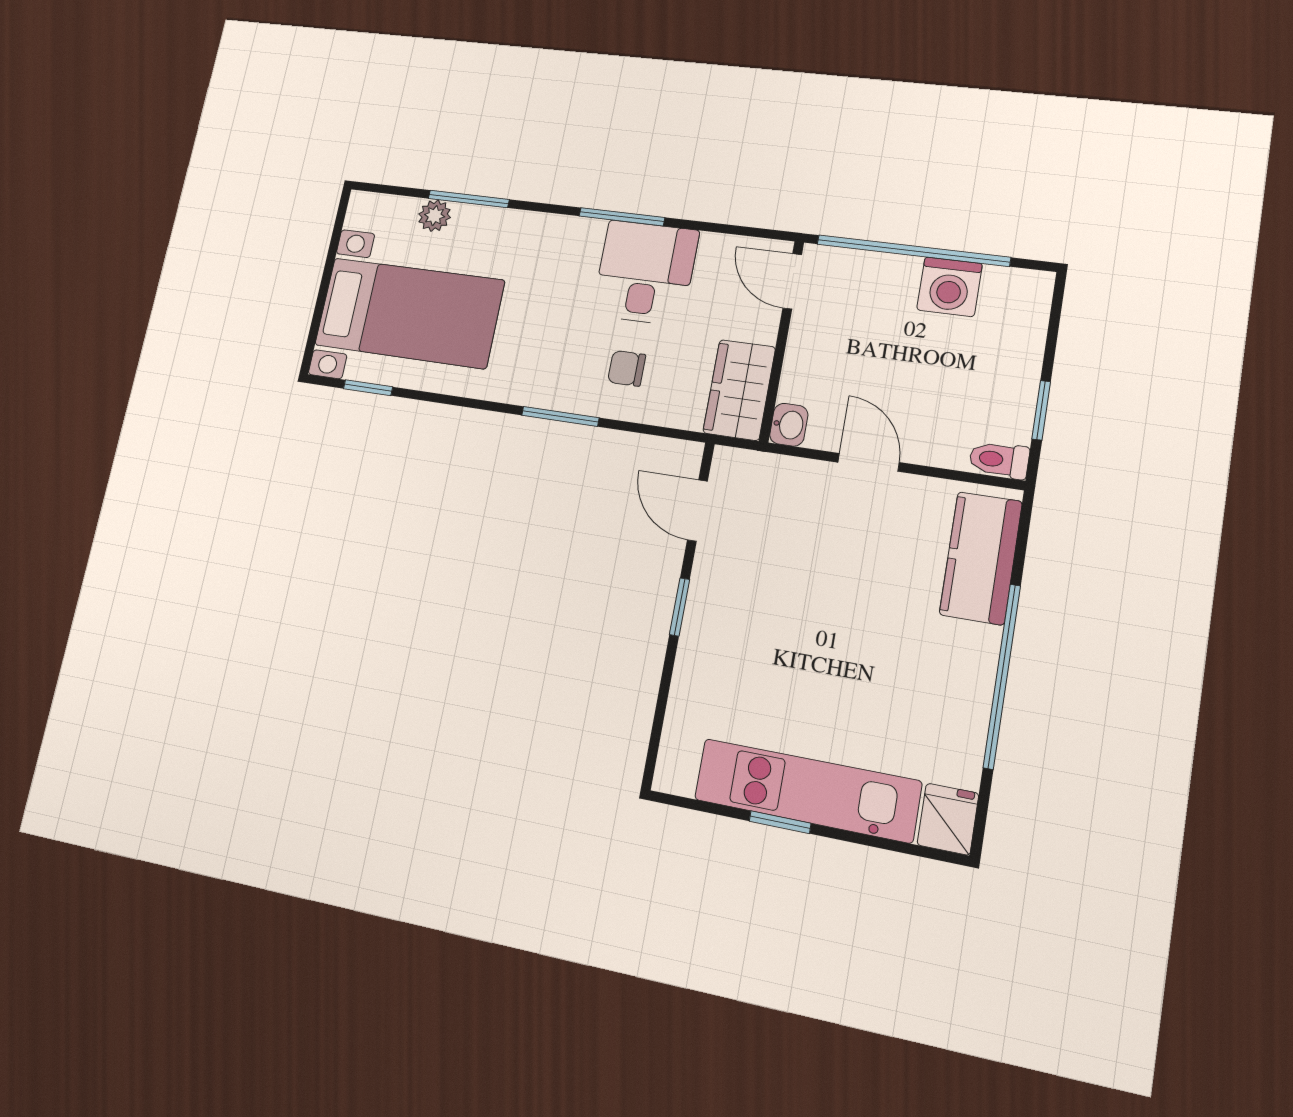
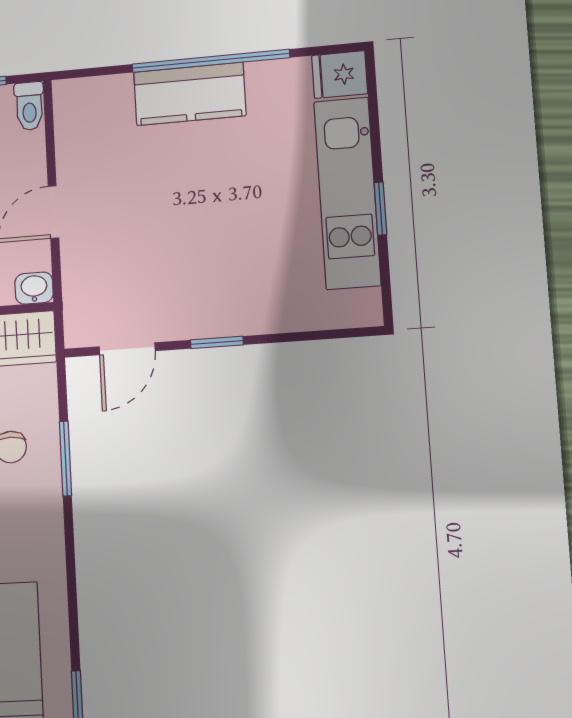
window: (560, 416) -> (65, 458), moved
kitchen counter: (981, 558) -> (190, 94), moved

